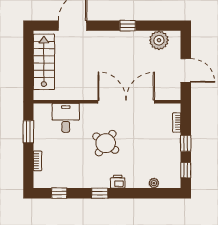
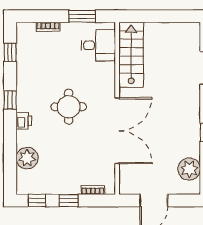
stairs: (44, 62) -> (131, 55), moved, turned -90
desk: (66, 118) -> (98, 45), moved
round table: (106, 143) -> (69, 107), turned -36
plant: (154, 183) -> (27, 158), width x1.88, depth x1.88

